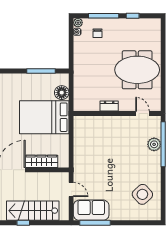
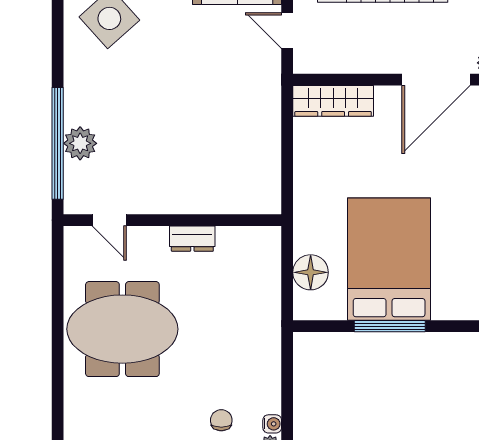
window: (41, 71) -> (390, 326), moved
bed: (44, 117) -> (389, 259), moved, turned -90
wardrobe: (41, 161) -> (333, 101), moved

